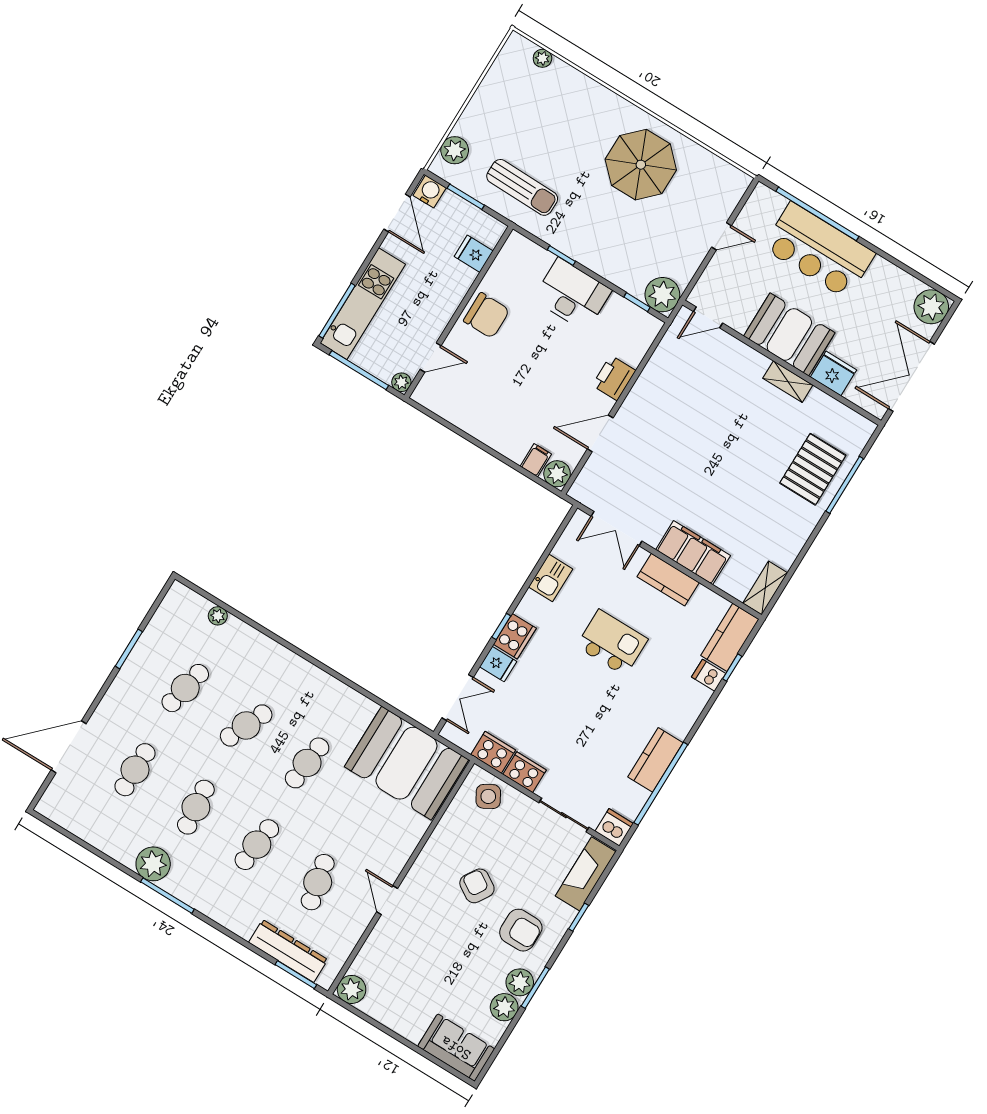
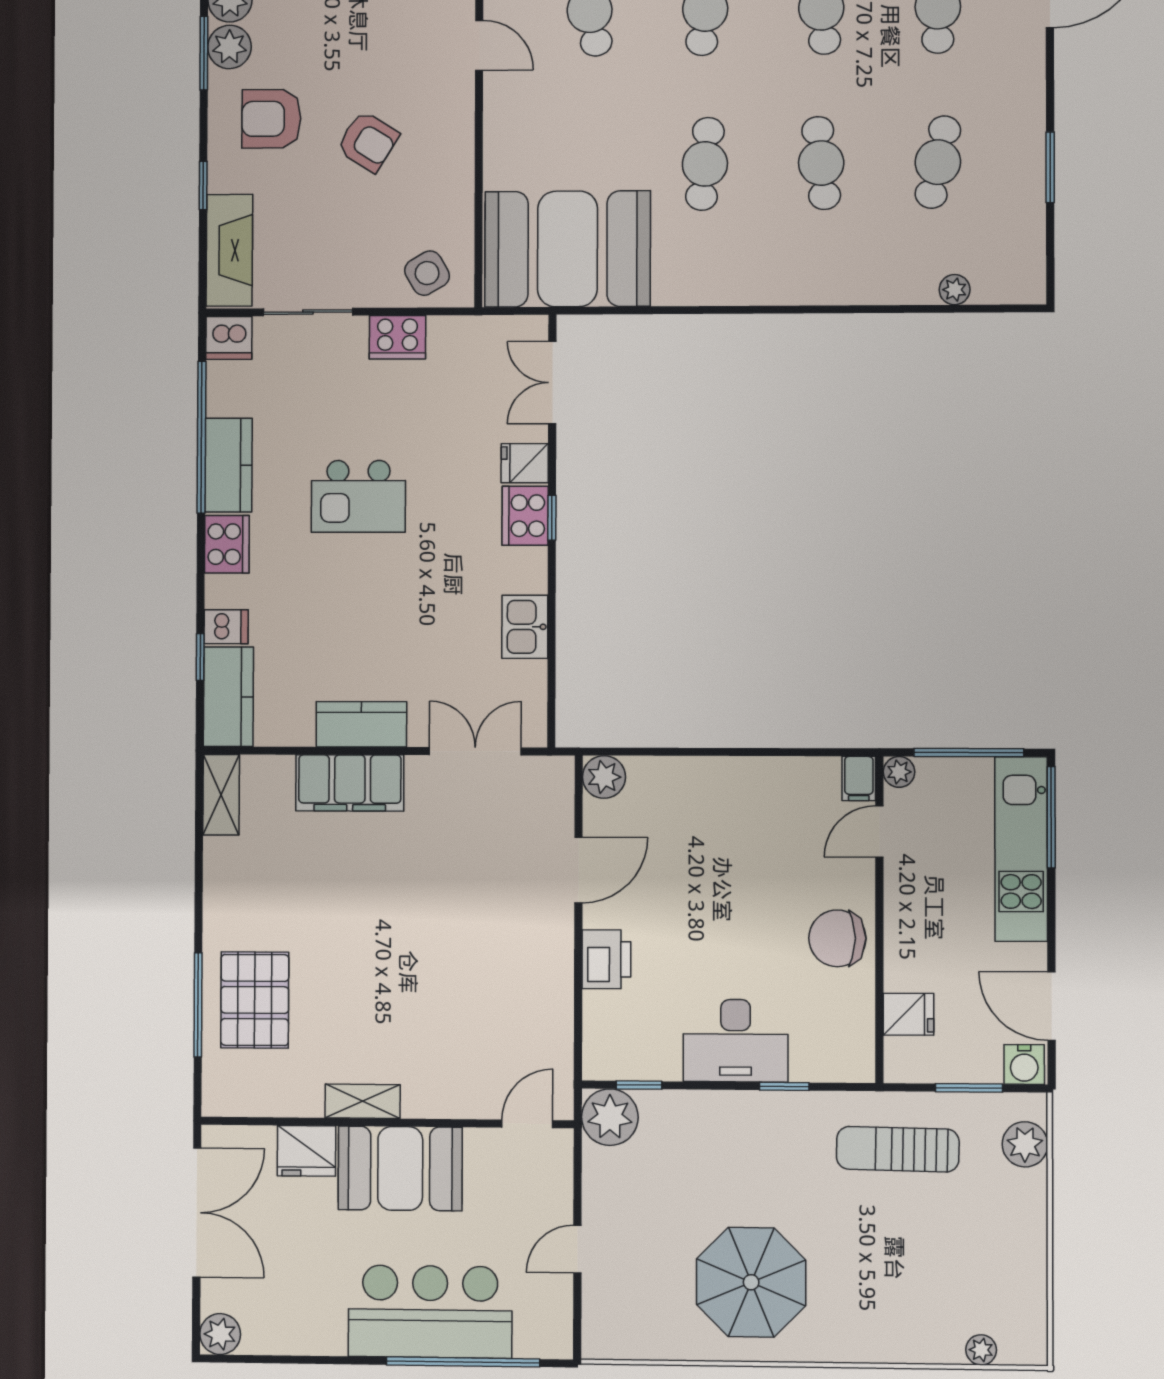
plant: (931, 307) -> (220, 1334), width x0.73, depth x0.73
filing cabinet: (536, 460) -> (859, 778), moved
kitchen island: (612, 643) -> (358, 496), moved
cafe table: (246, 726) -> (821, 163), turned -30
cooker: (493, 752) -> (227, 544), moved, turned -90

